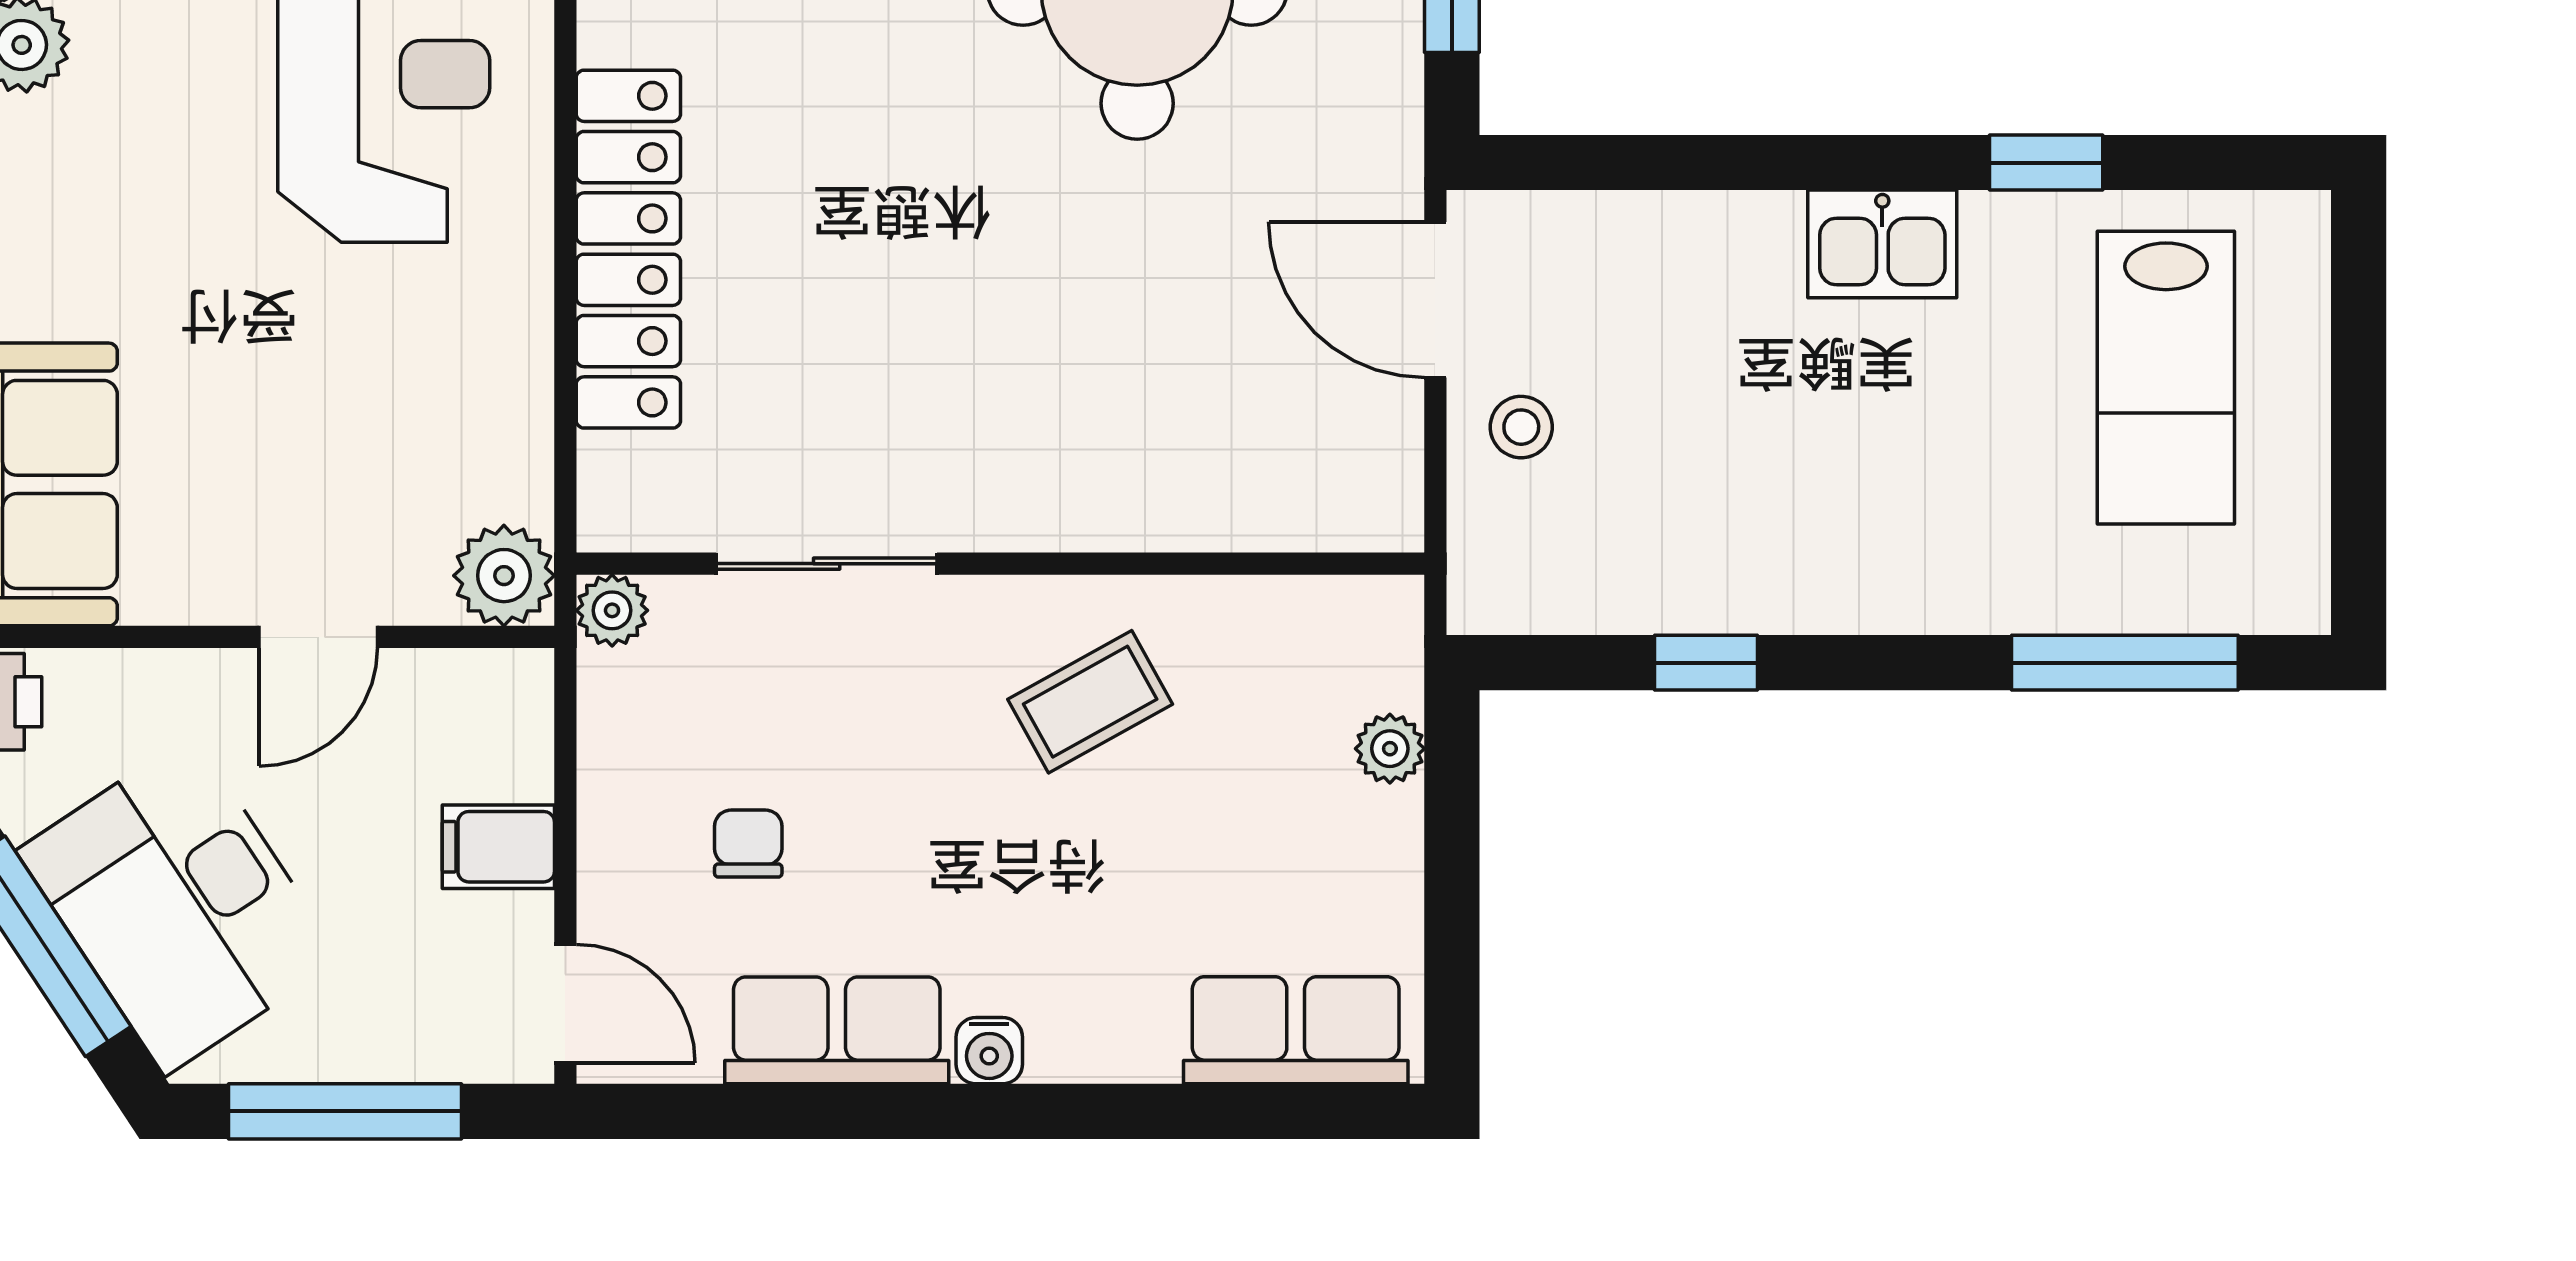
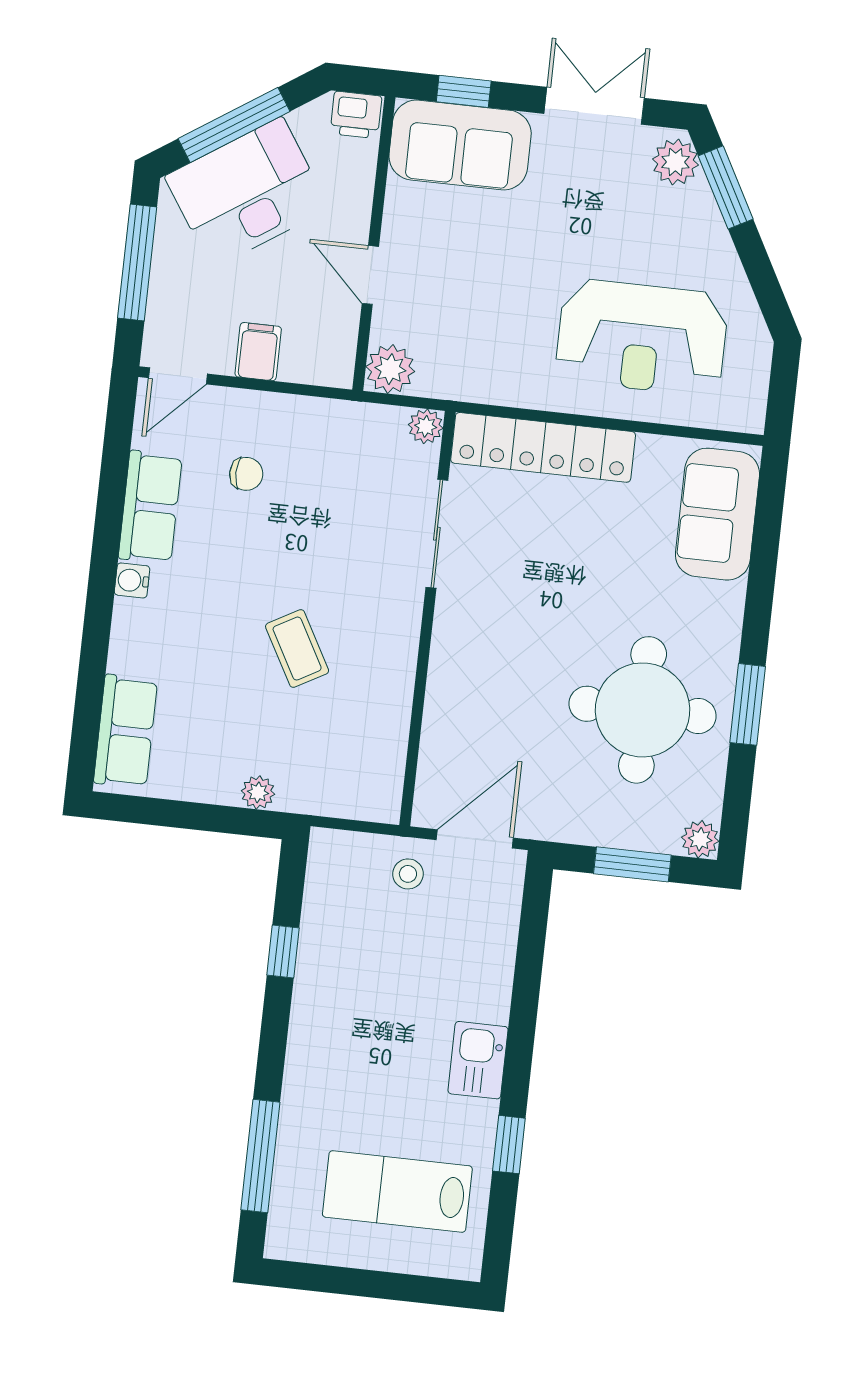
sliding door: (827, 564) -> (437, 534), moved
wall: (1000, 564) -> (428, 619), moved
plant: (612, 610) -> (426, 426), moved

